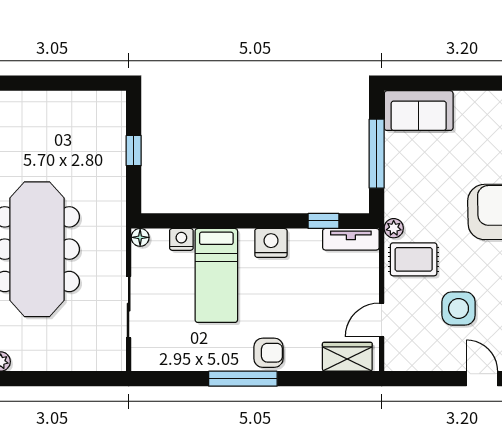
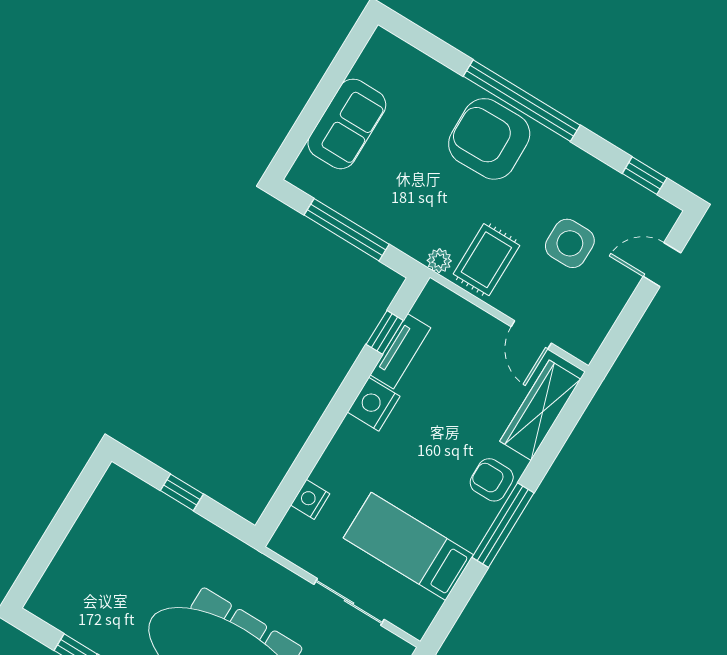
sofa: (419, 111) -> (347, 124), moved
floor lamp: (140, 237) -> (281, 543), removed
tv unit: (351, 239) -> (400, 351), moved
bed: (216, 275) -> (408, 546), moved, turned 180
armchair: (268, 353) -> (492, 480), turned -90
wardrobe: (347, 357) -> (540, 410), width x1.50

